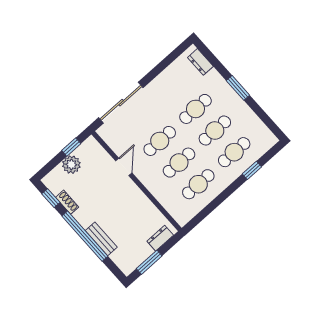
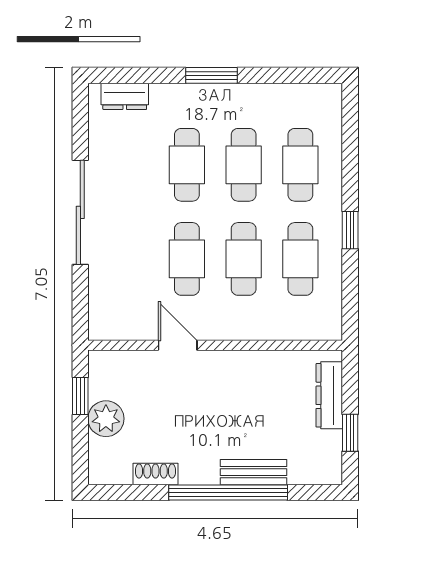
sliding door: (121, 103) -> (80, 212), moved
window: (252, 170) -> (350, 230), moved
window: (51, 198) -> (128, 492), removed
dresser: (160, 238) -> (329, 395), width x1.44
window: (149, 262) -> (350, 433), width x0.67

